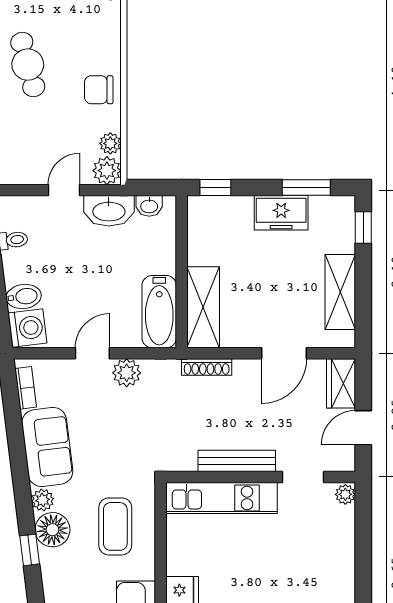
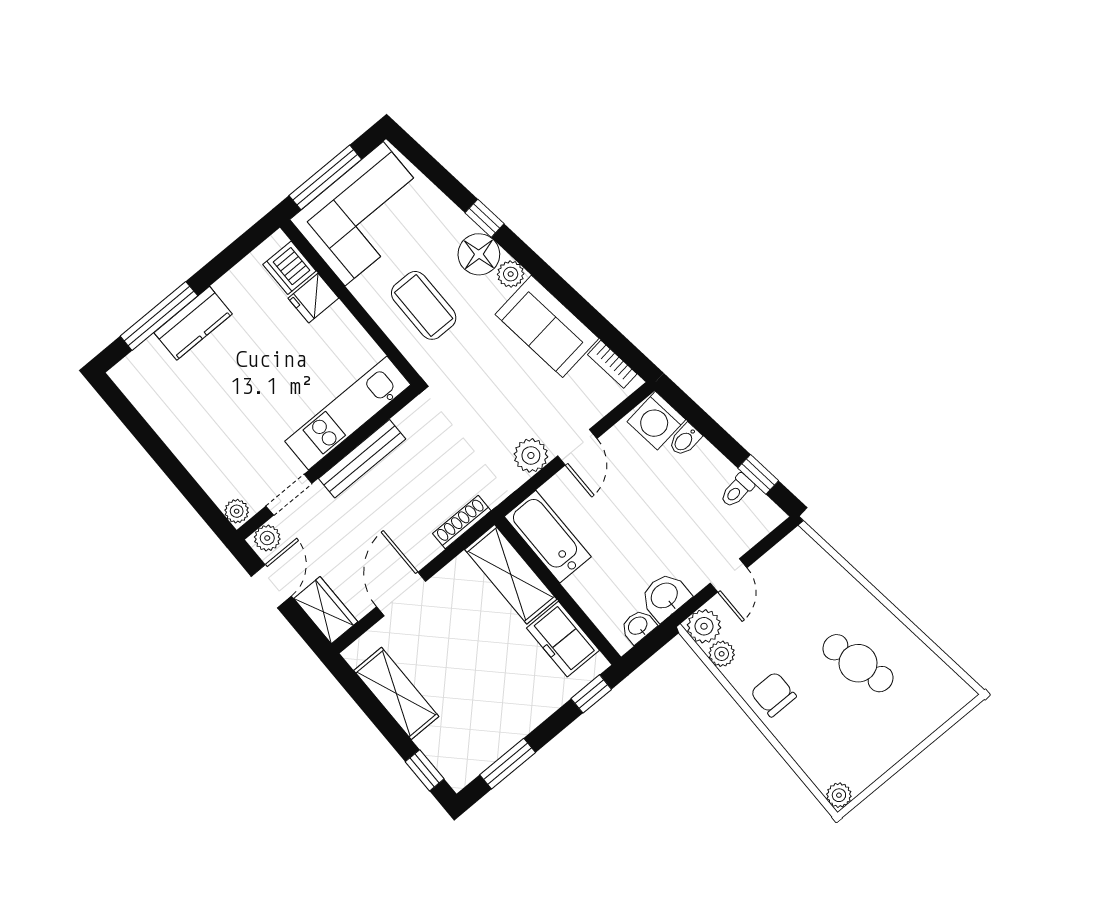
chair: (99, 90) -> (773, 694), turned -90
washbasin: (109, 211) -> (665, 596), width x0.72
freezer: (281, 213) -> (563, 639), moved, turned -90
bidet: (24, 297) -> (685, 440), width x0.72, depth x0.74
plant: (340, 461) -> (267, 538), added

